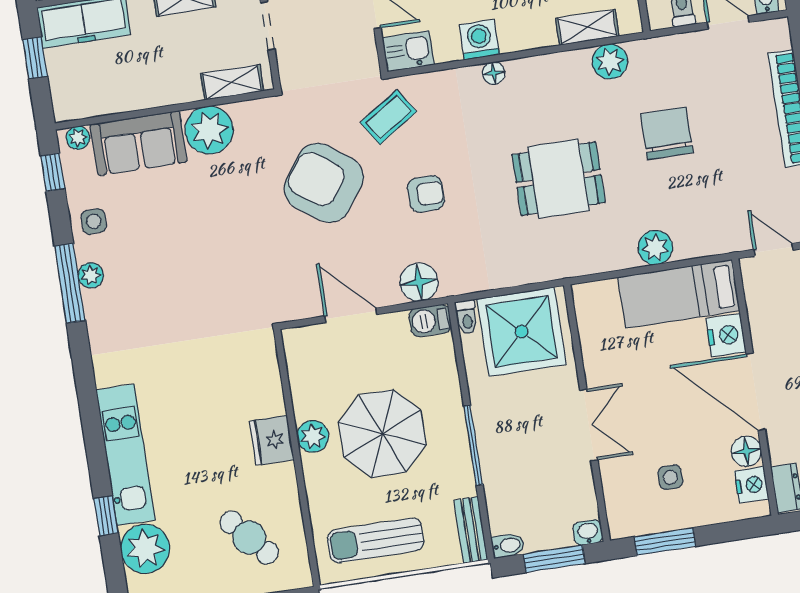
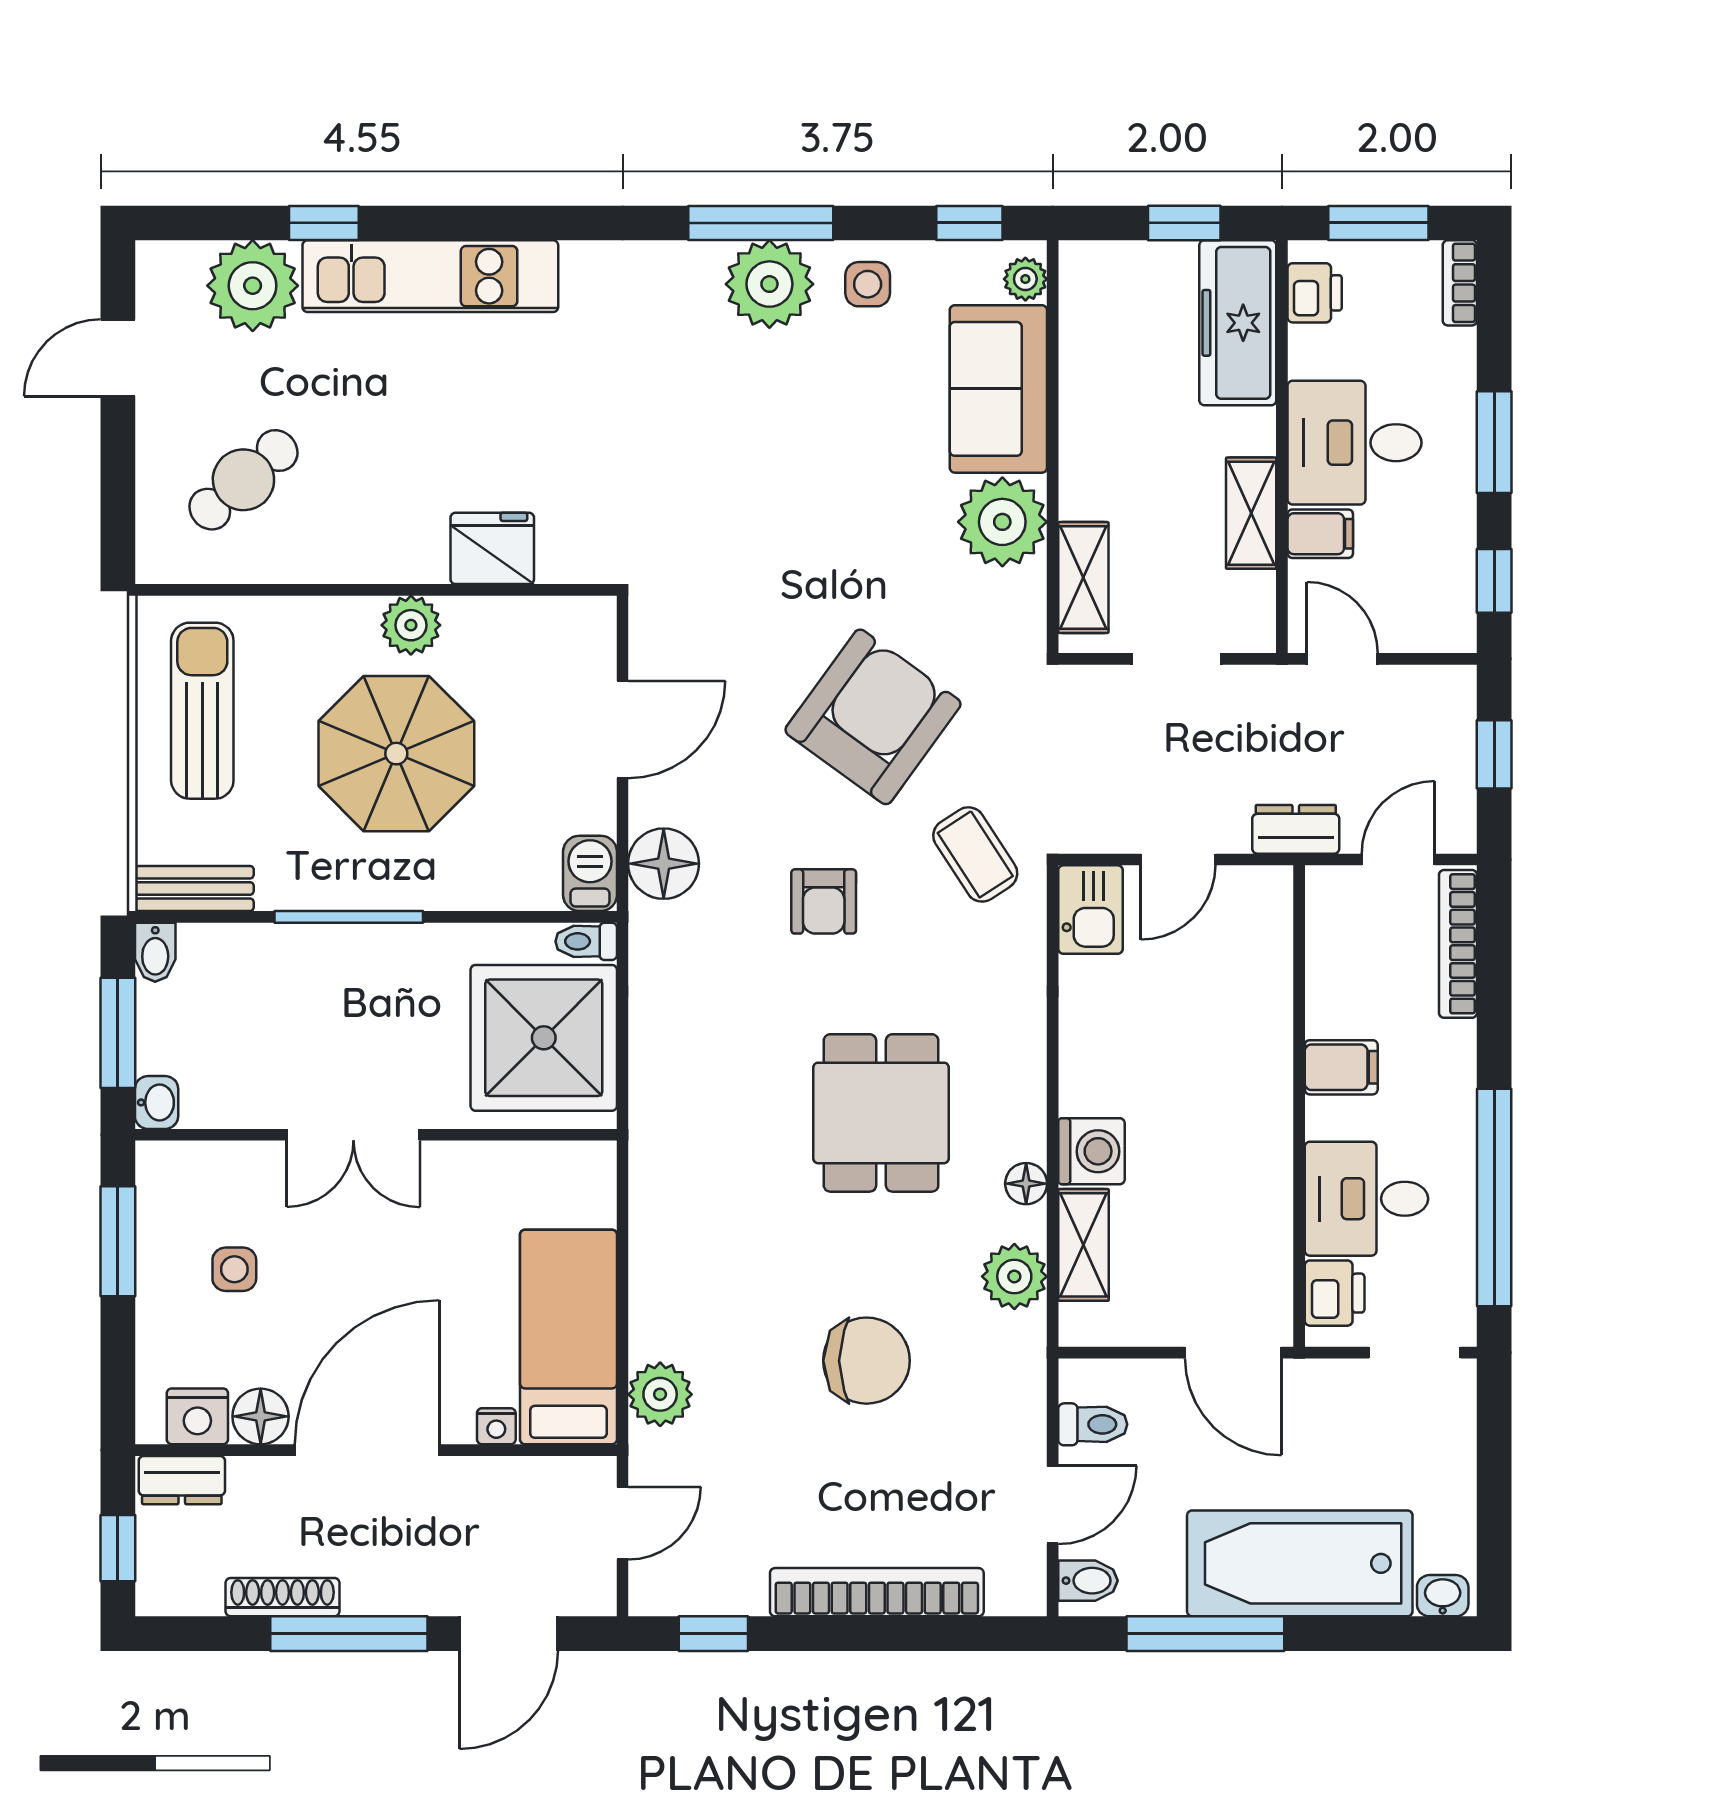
washing machine: (479, 40) -> (1091, 1151), moved
floor lamp: (494, 73) -> (1026, 1184), moved
dining table: (558, 179) -> (881, 1113), moved
plant: (655, 248) -> (660, 1394), moved
plant: (91, 275) -> (769, 284), width x1.87, depth x1.87
nightstand: (726, 335) -> (496, 1426), width x0.53, depth x0.56
fridge: (272, 440) -> (492, 548), moved

